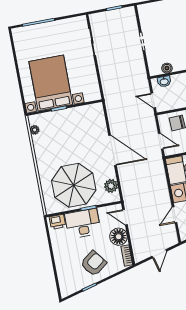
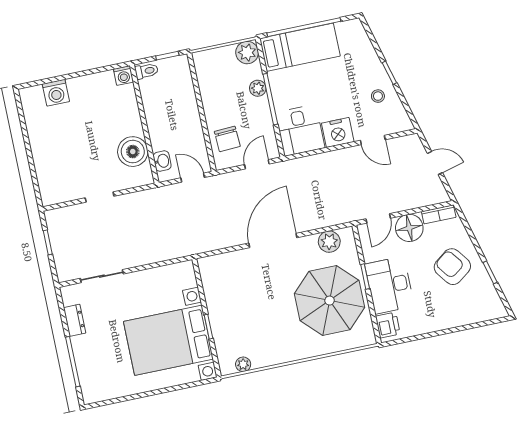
dresser: (65, 24) -> (75, 320), added
boiler: (167, 68) -> (133, 152), width x1.86, depth x1.86
door: (153, 100) -> (193, 178), swing flipped

